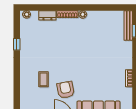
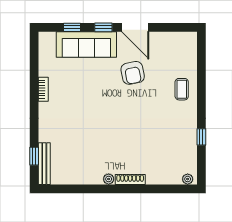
dresser: (47, 15) -> (158, 178), removed
coffee table: (43, 79) -> (182, 89), moved

